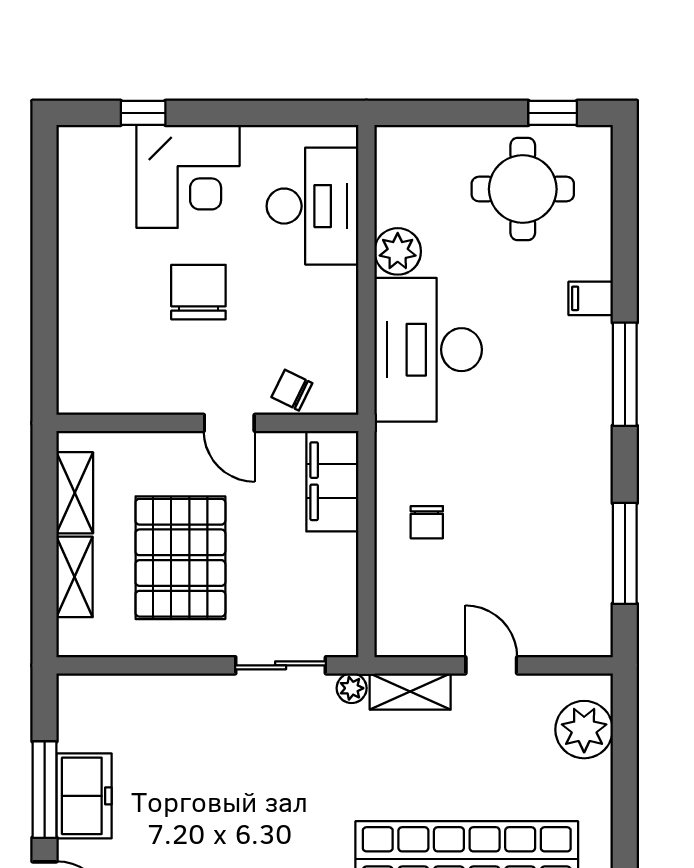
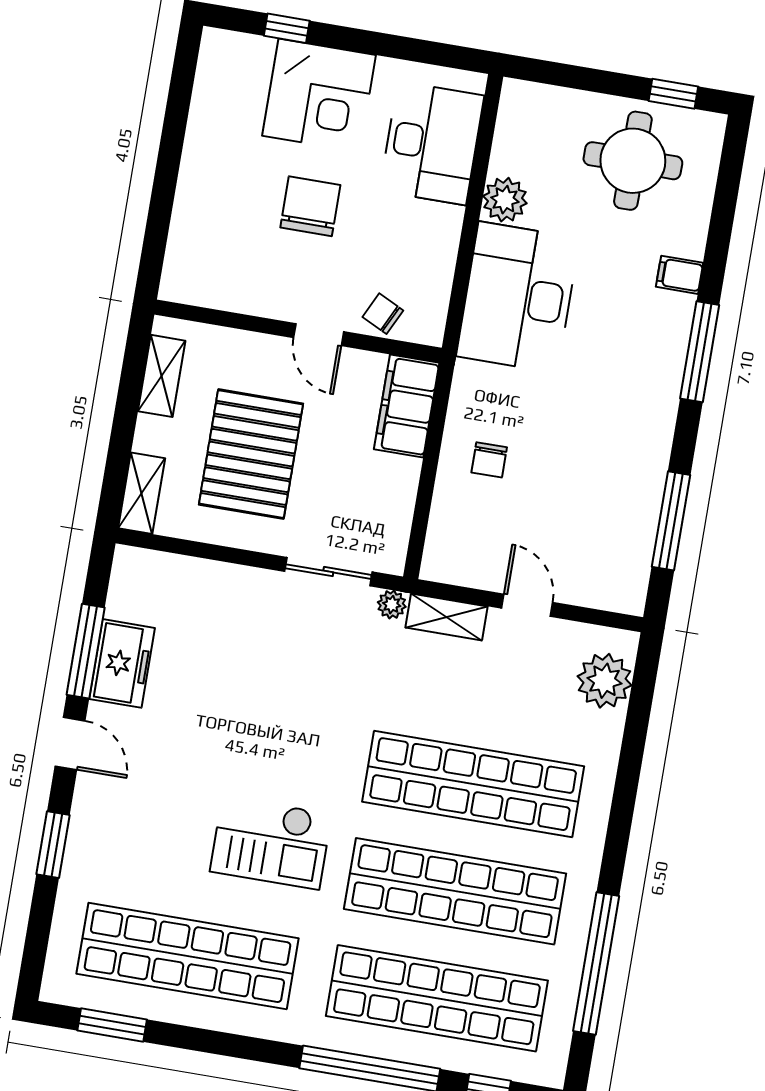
shelving: (75, 577) -> (142, 493), moved

